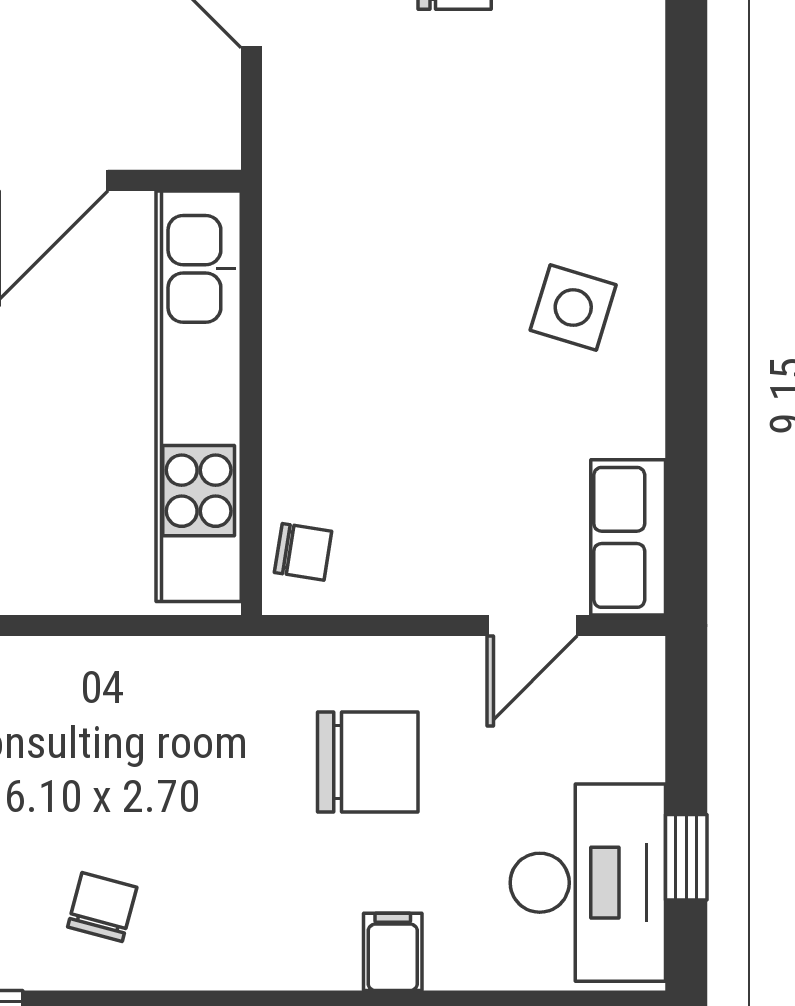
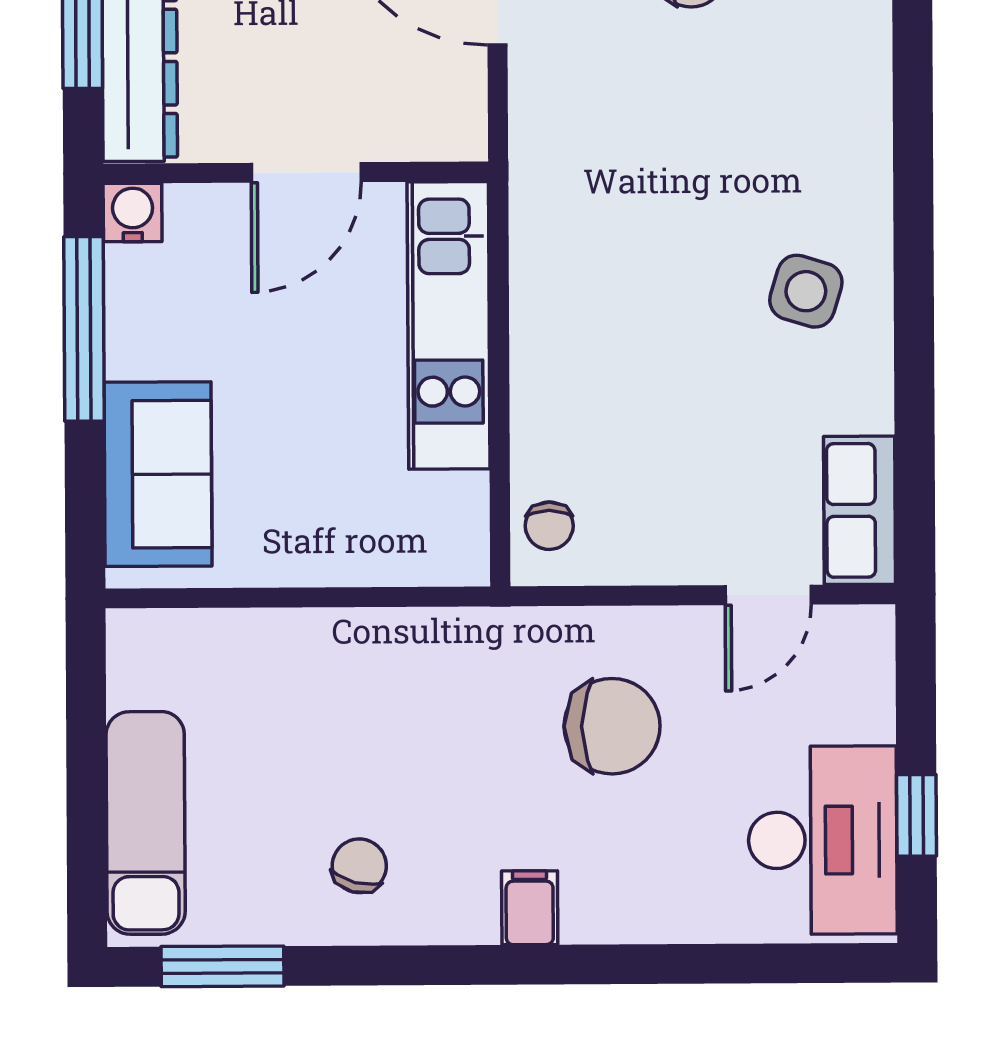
kitchen unit: (199, 396) -> (449, 325), width x0.73
chair: (303, 552) -> (549, 526), turned 81
filing cabinet: (393, 952) -> (530, 908), moved

